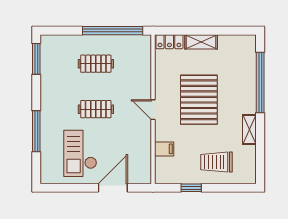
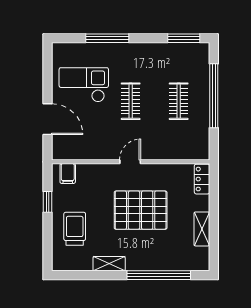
window: (113, 31) -> (214, 96), moved
shelving: (201, 42) -> (202, 229), moved
filing cabinet: (164, 149) -> (68, 173), moved

